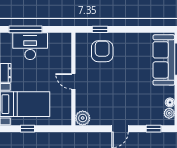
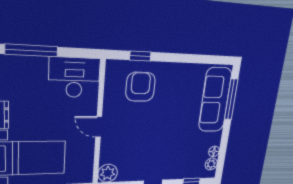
desk: (30, 46) -> (74, 78), moved

